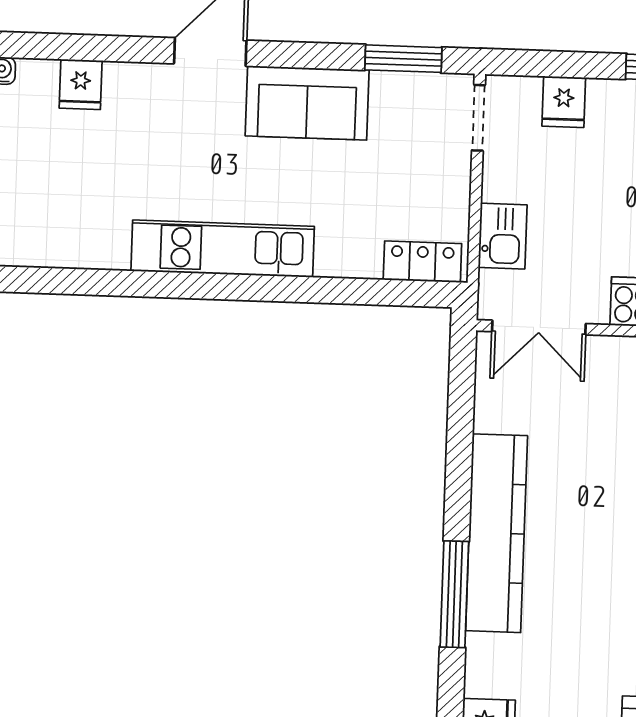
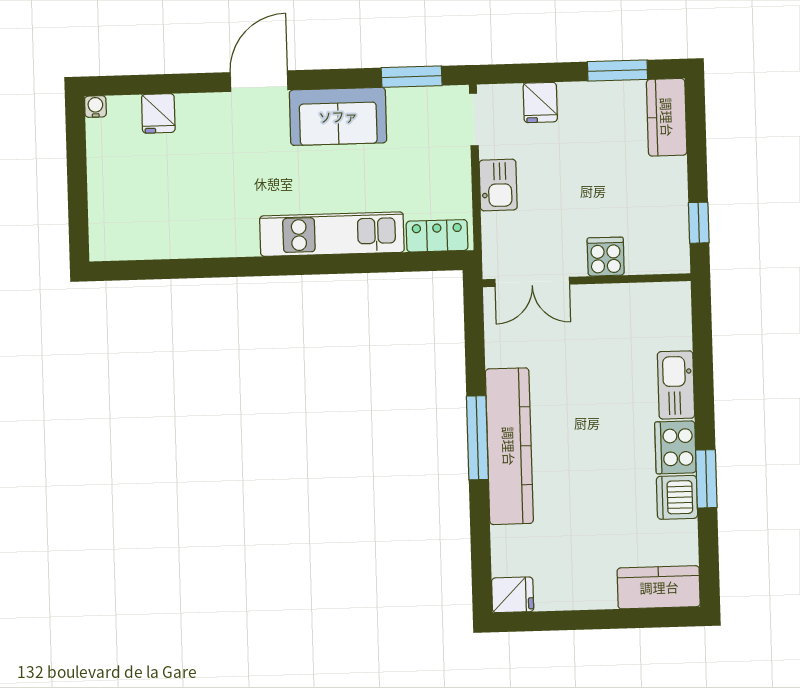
kitchen sink: (503, 236) -> (498, 185), moved
kitchen unit: (223, 249) -> (332, 234), moved
window: (454, 594) -> (477, 438), moved

